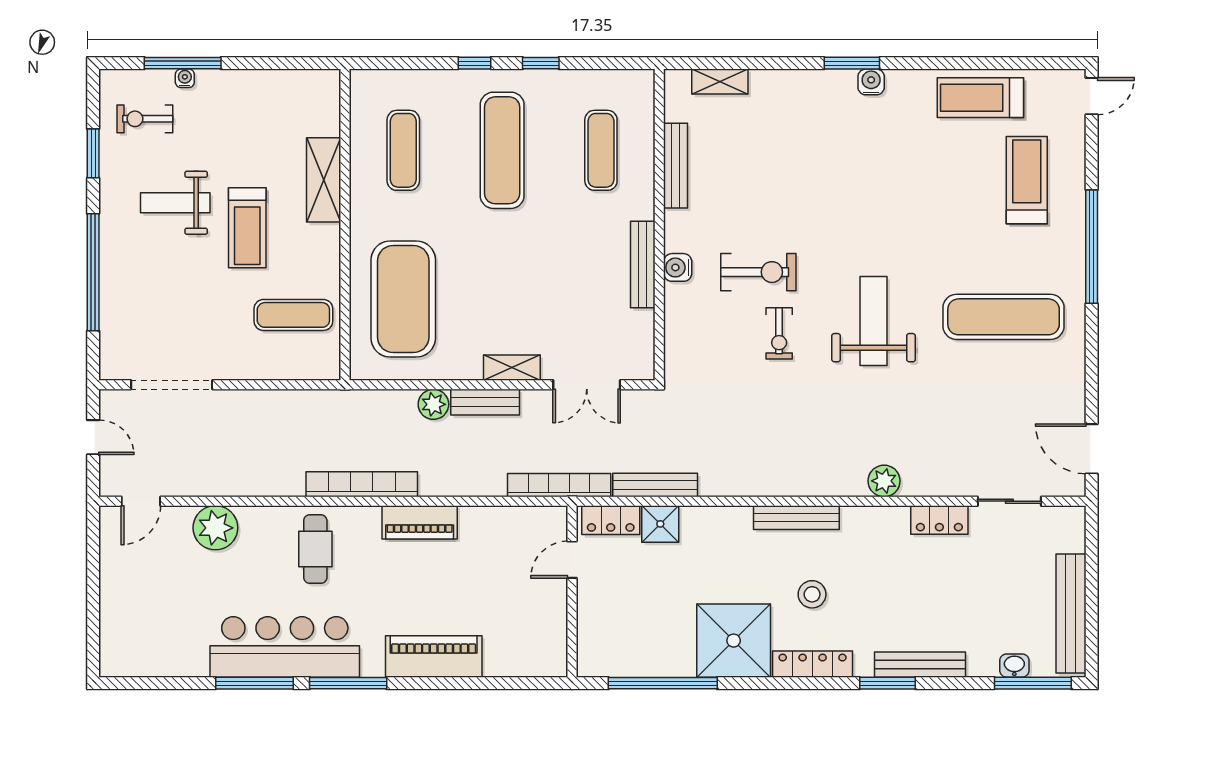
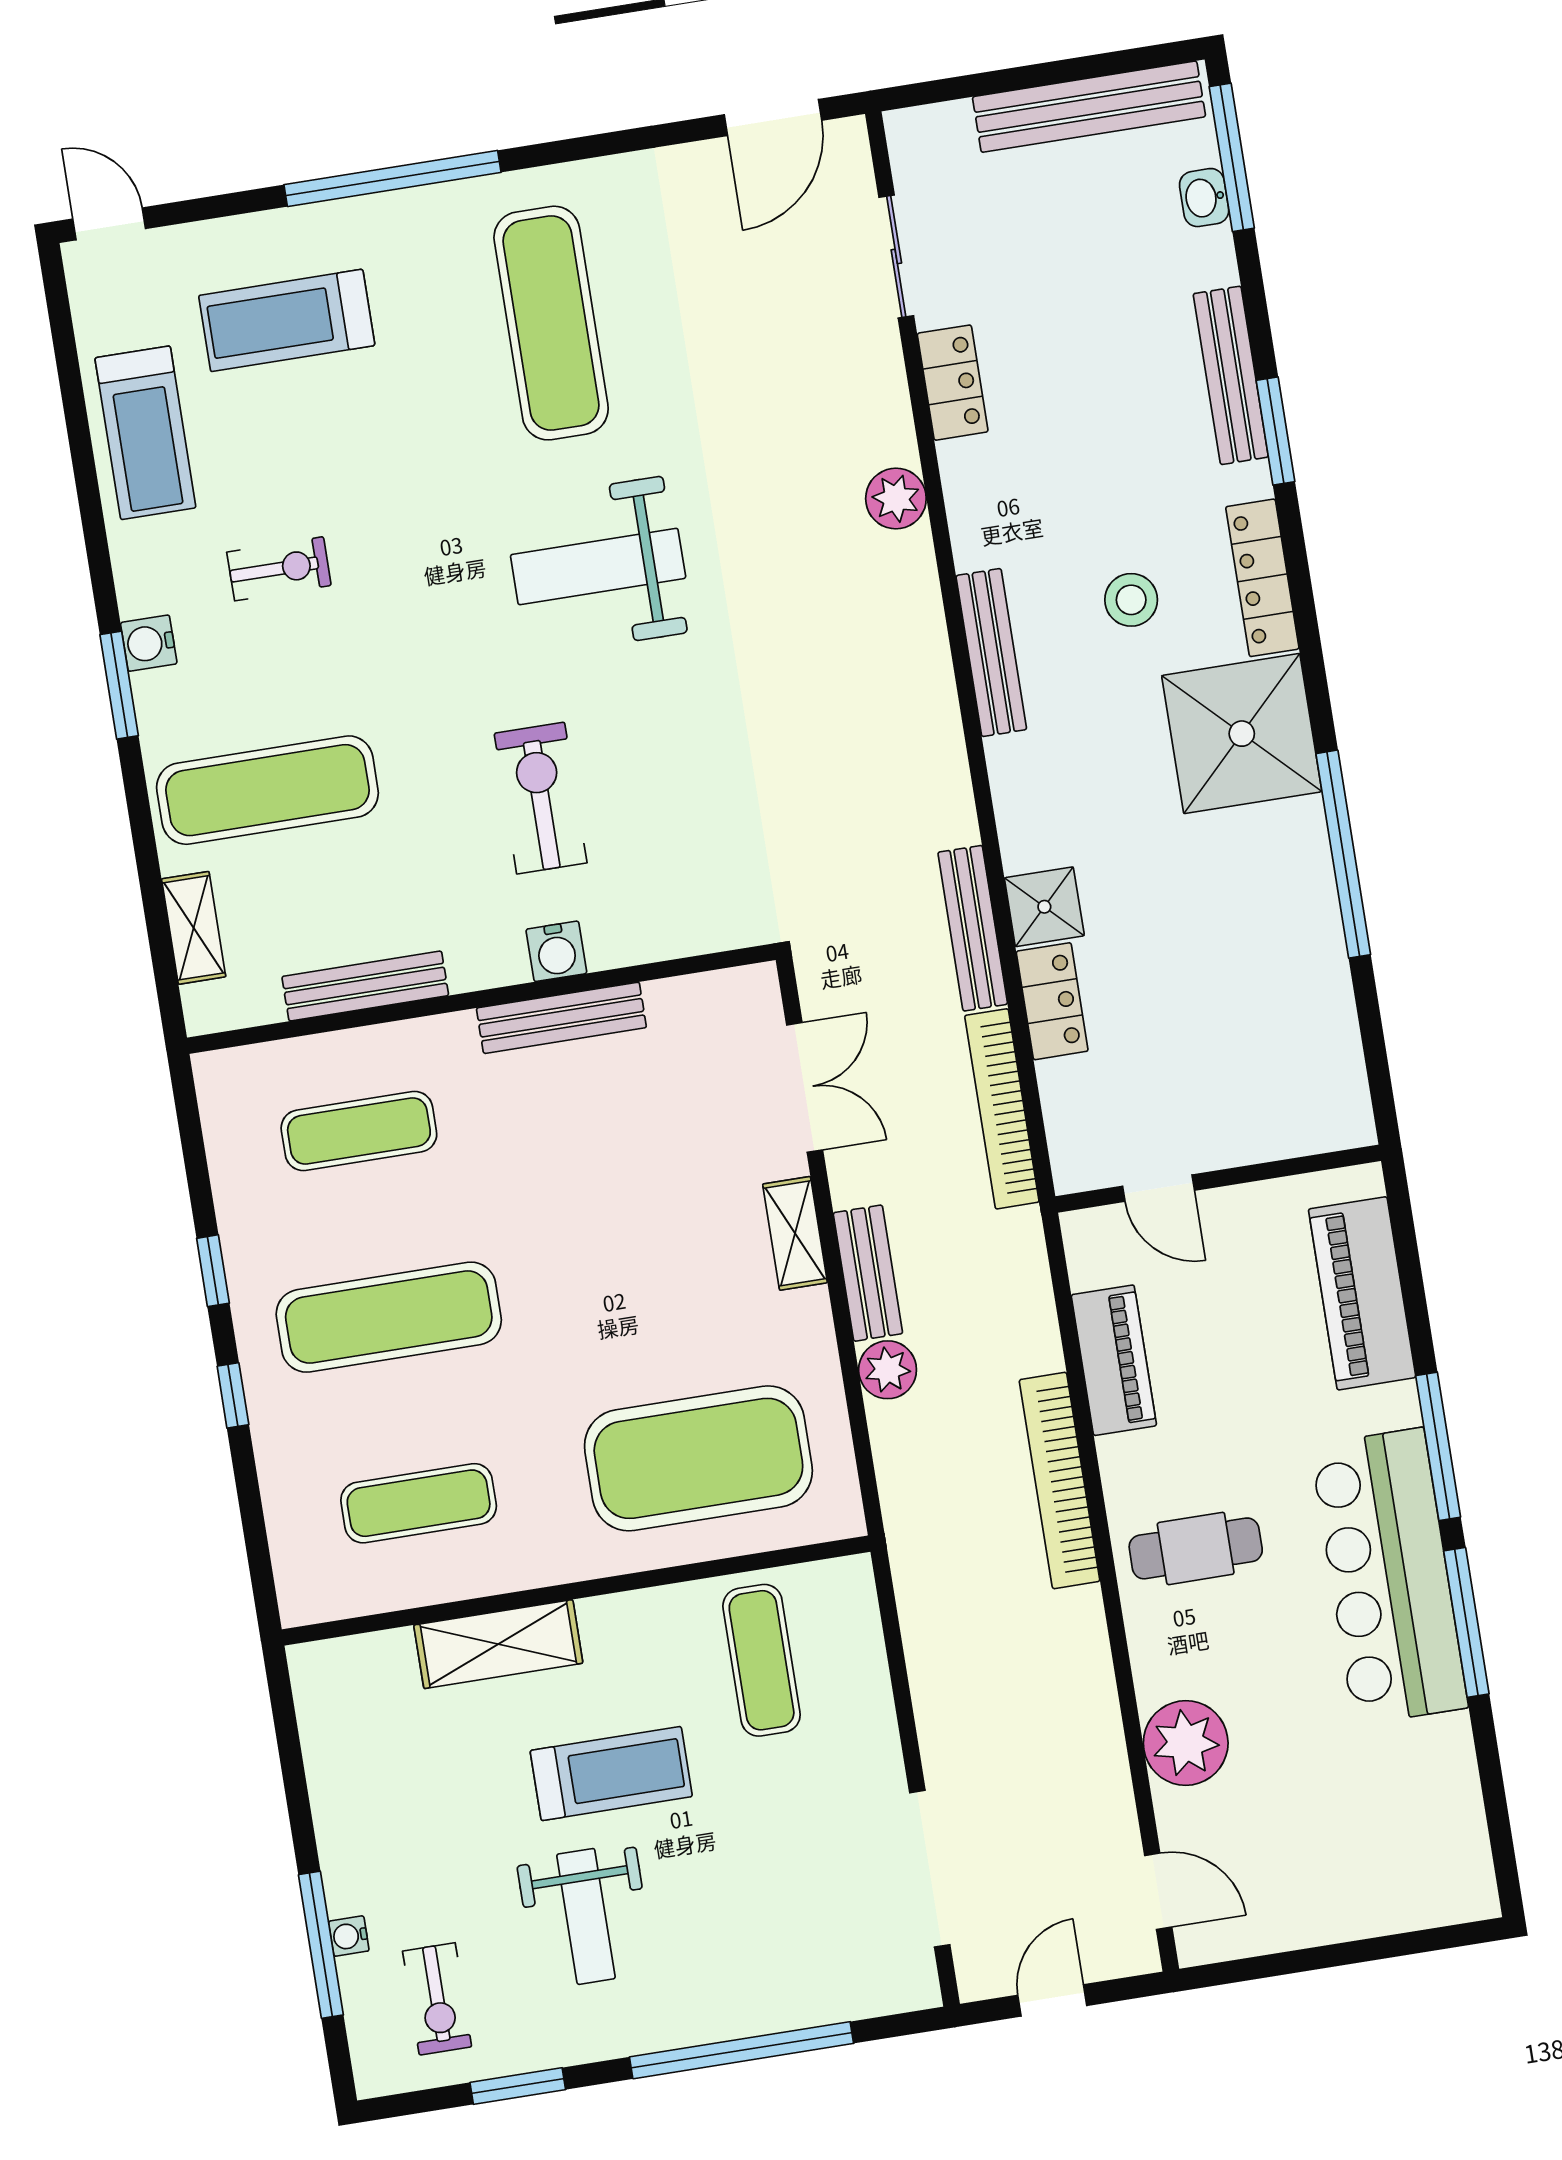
exercise mat: (785, 131) -> (267, 790), added
exercise bike: (779, 333) -> (279, 569), moved
door: (572, 560) -> (1158, 1188), moved
wall: (572, 591) -> (1218, 1179), moved

